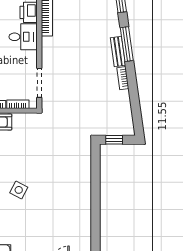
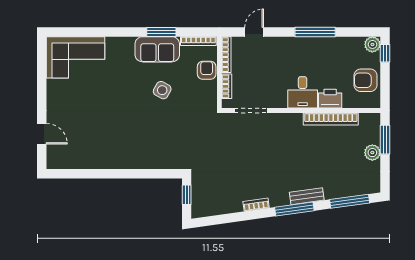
bench: (118, 52) -> (307, 196), moved
side table: (19, 190) -> (162, 90), moved

